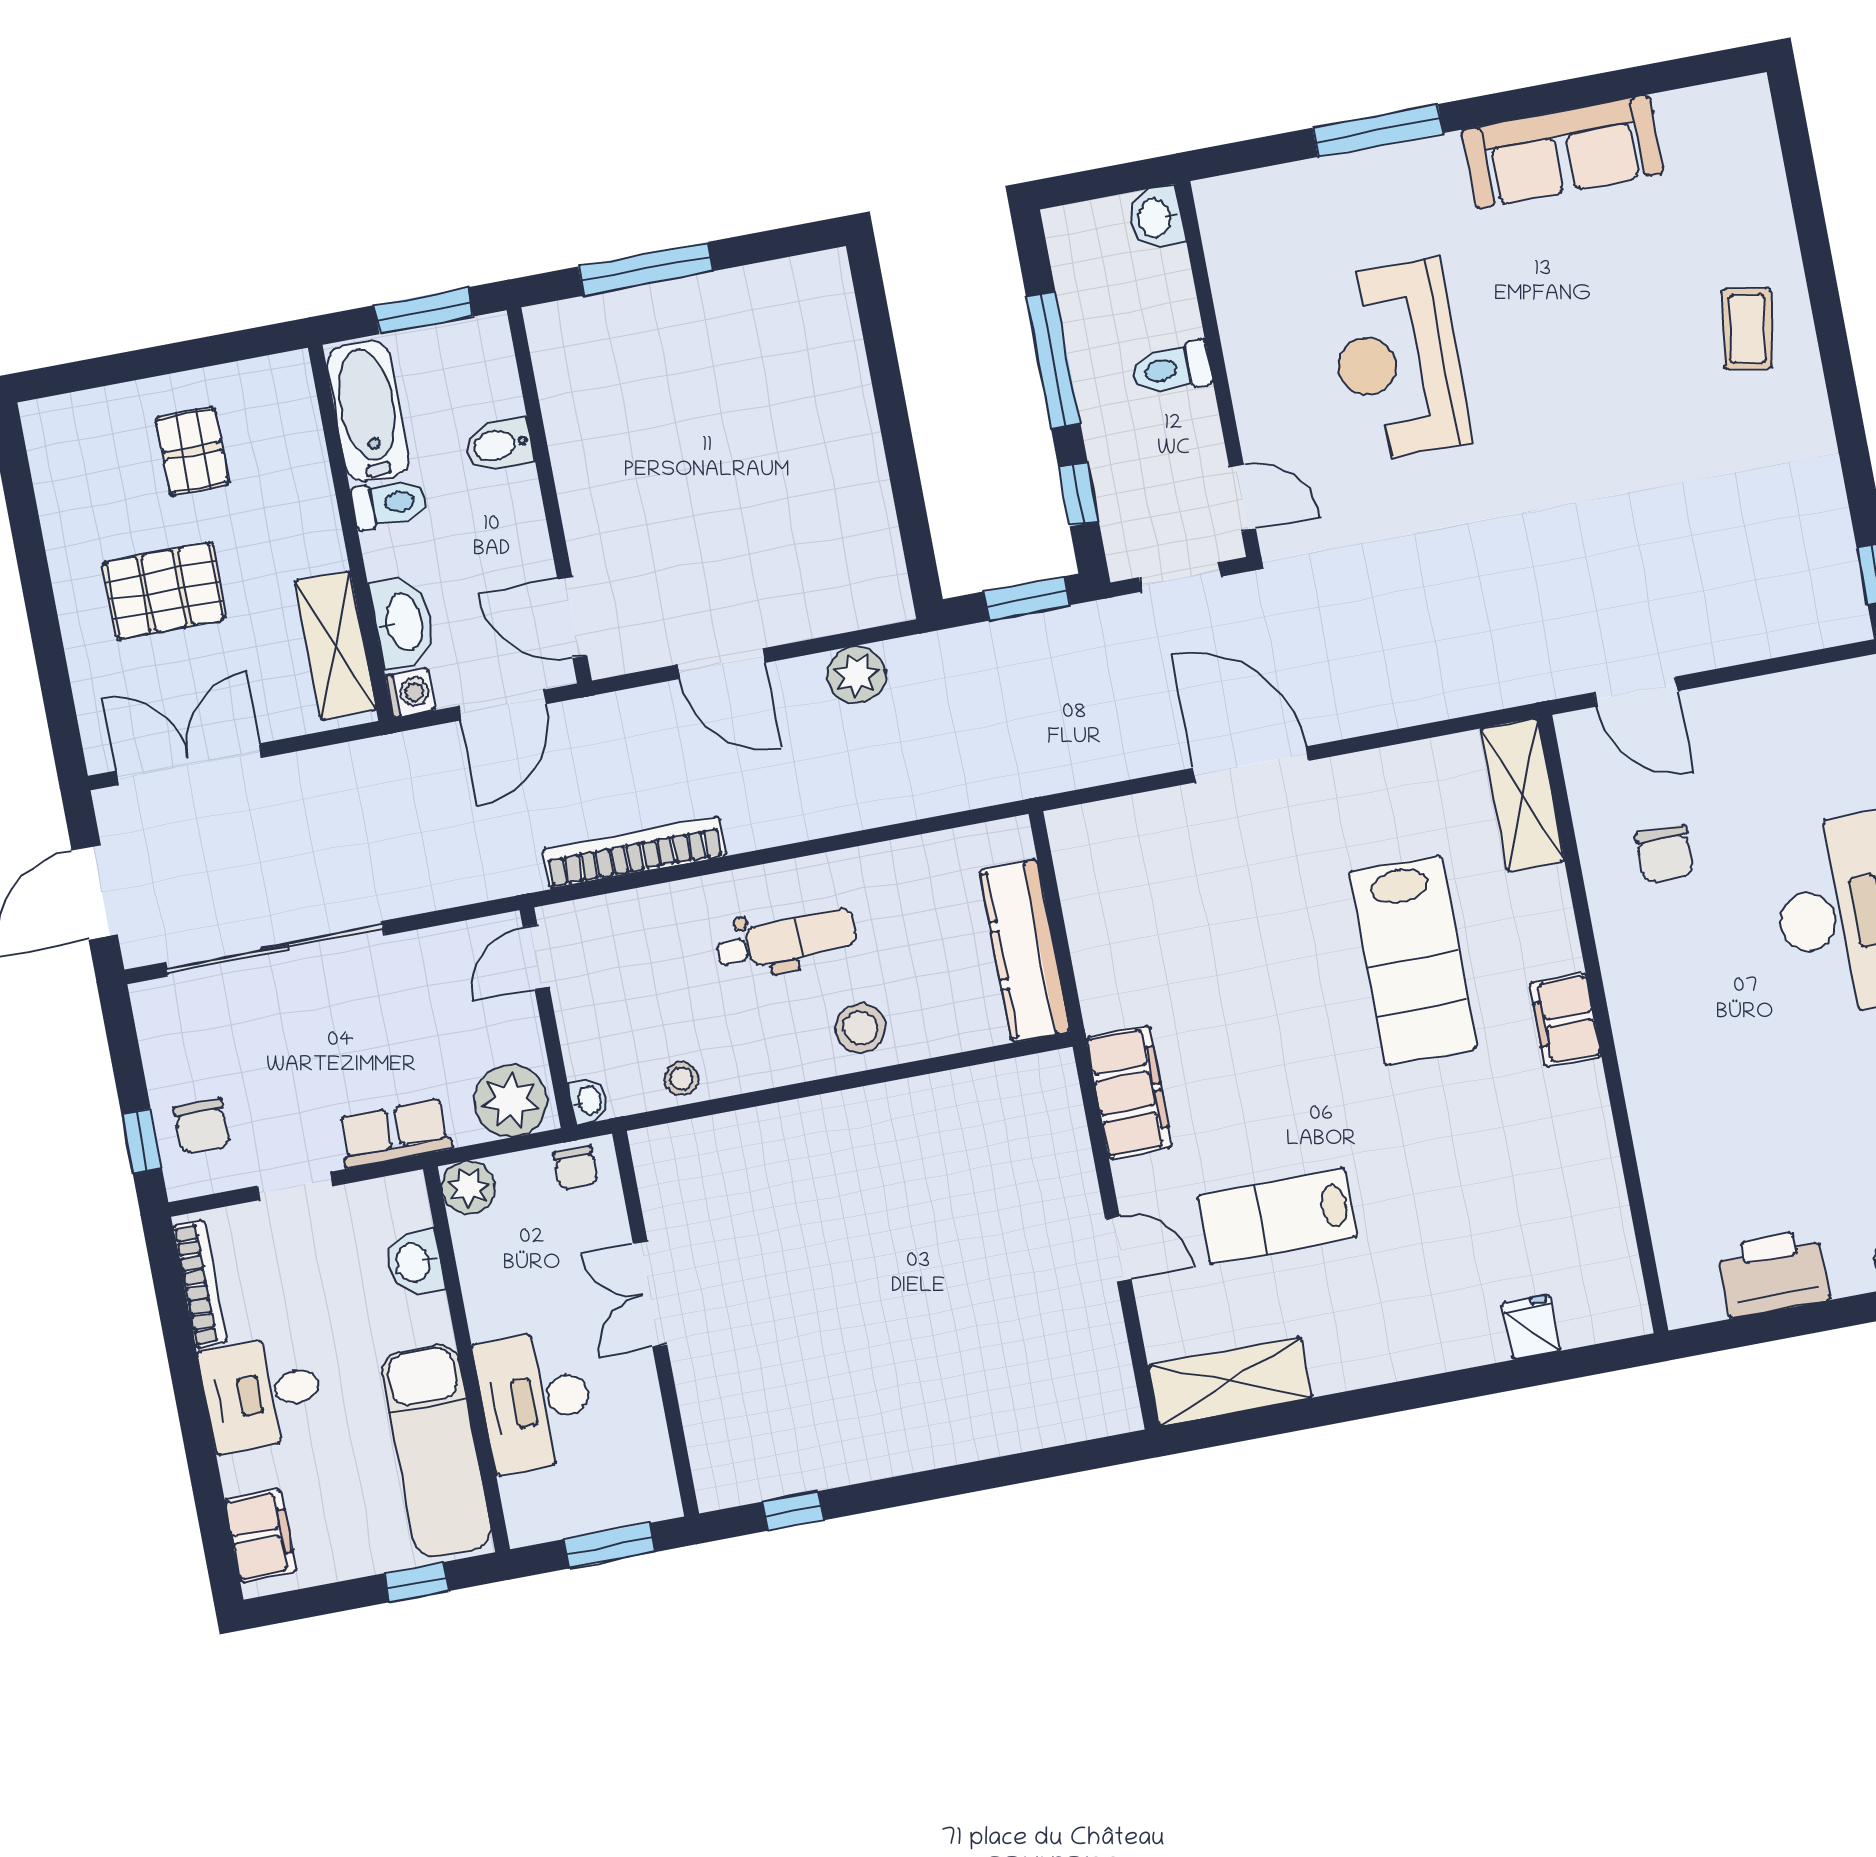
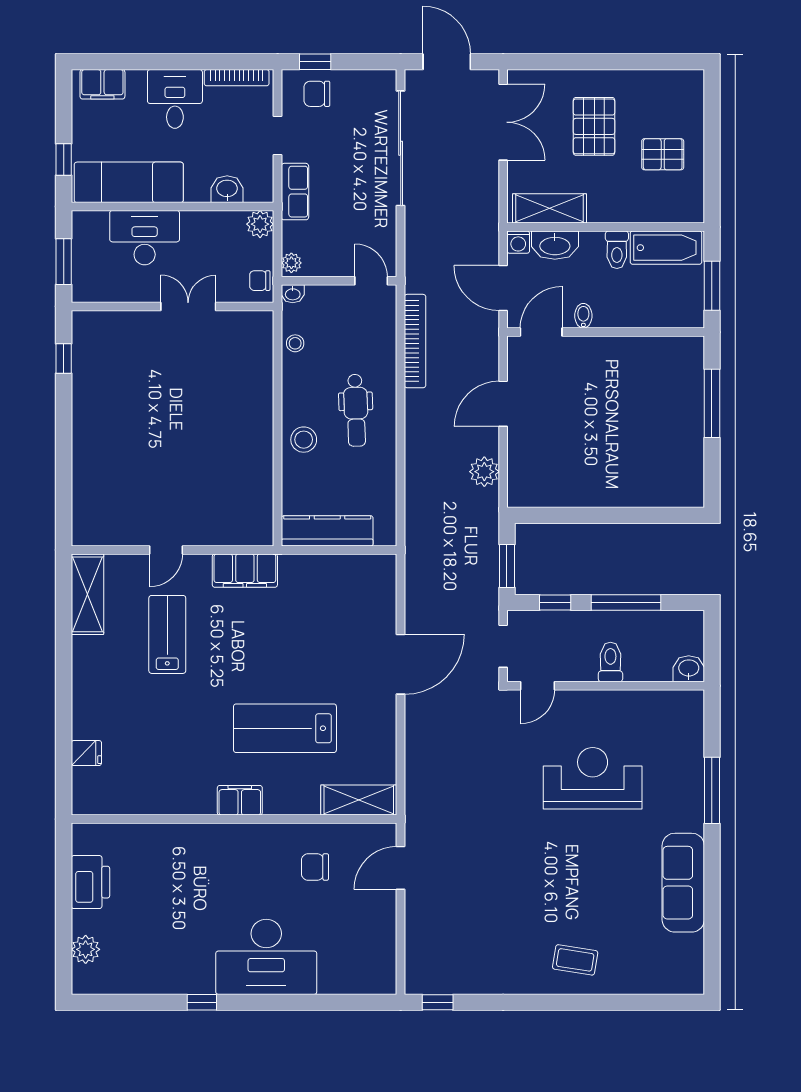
bidet: (499, 445) -> (583, 316), moved, width x0.72, depth x0.74
plant: (511, 1101) -> (291, 263), width x0.53, depth x0.53

